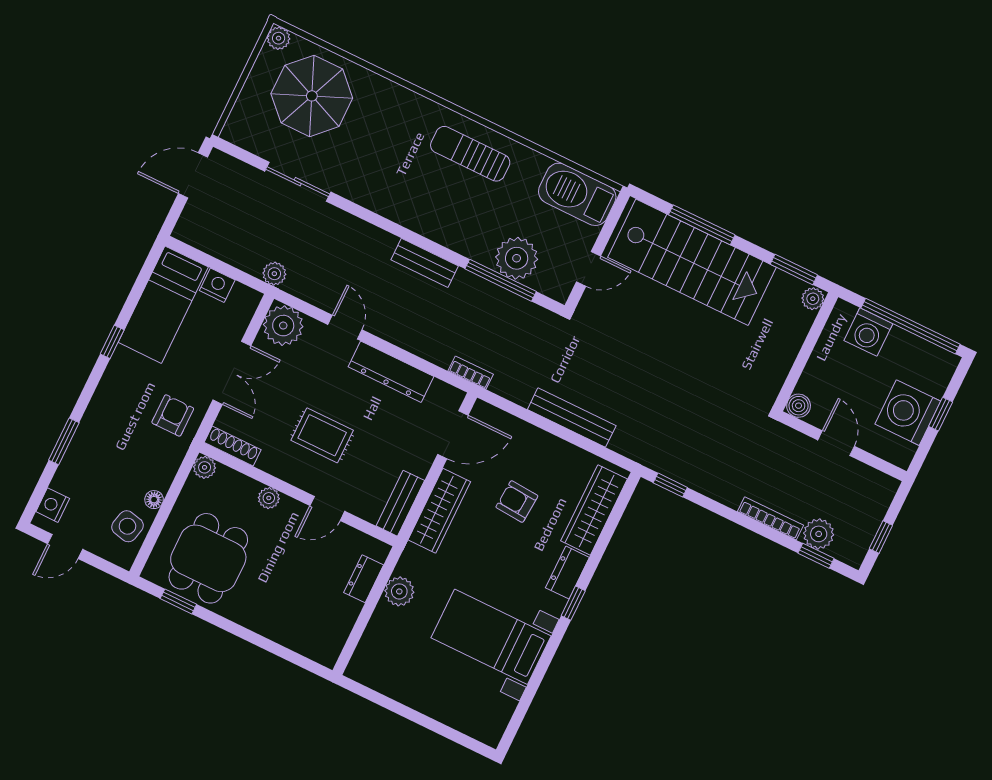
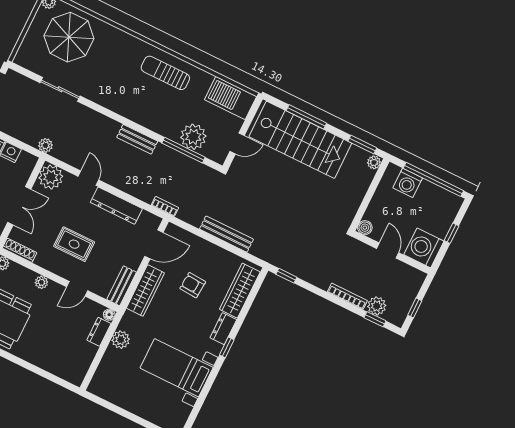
washing machine: (908, 413) -> (424, 248), moved
floor lamp: (380, 551) -> (109, 315), added

